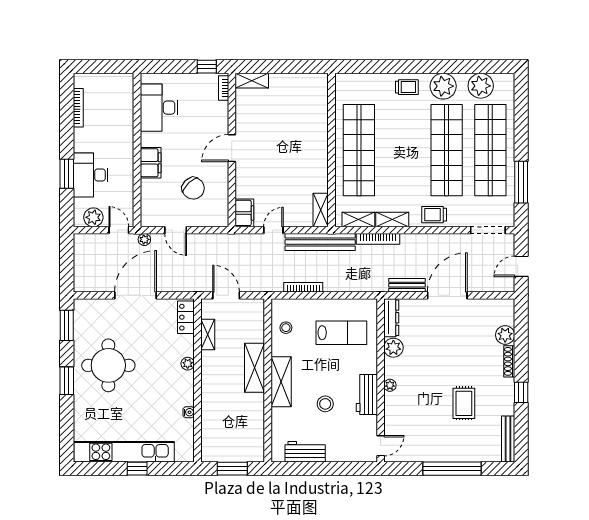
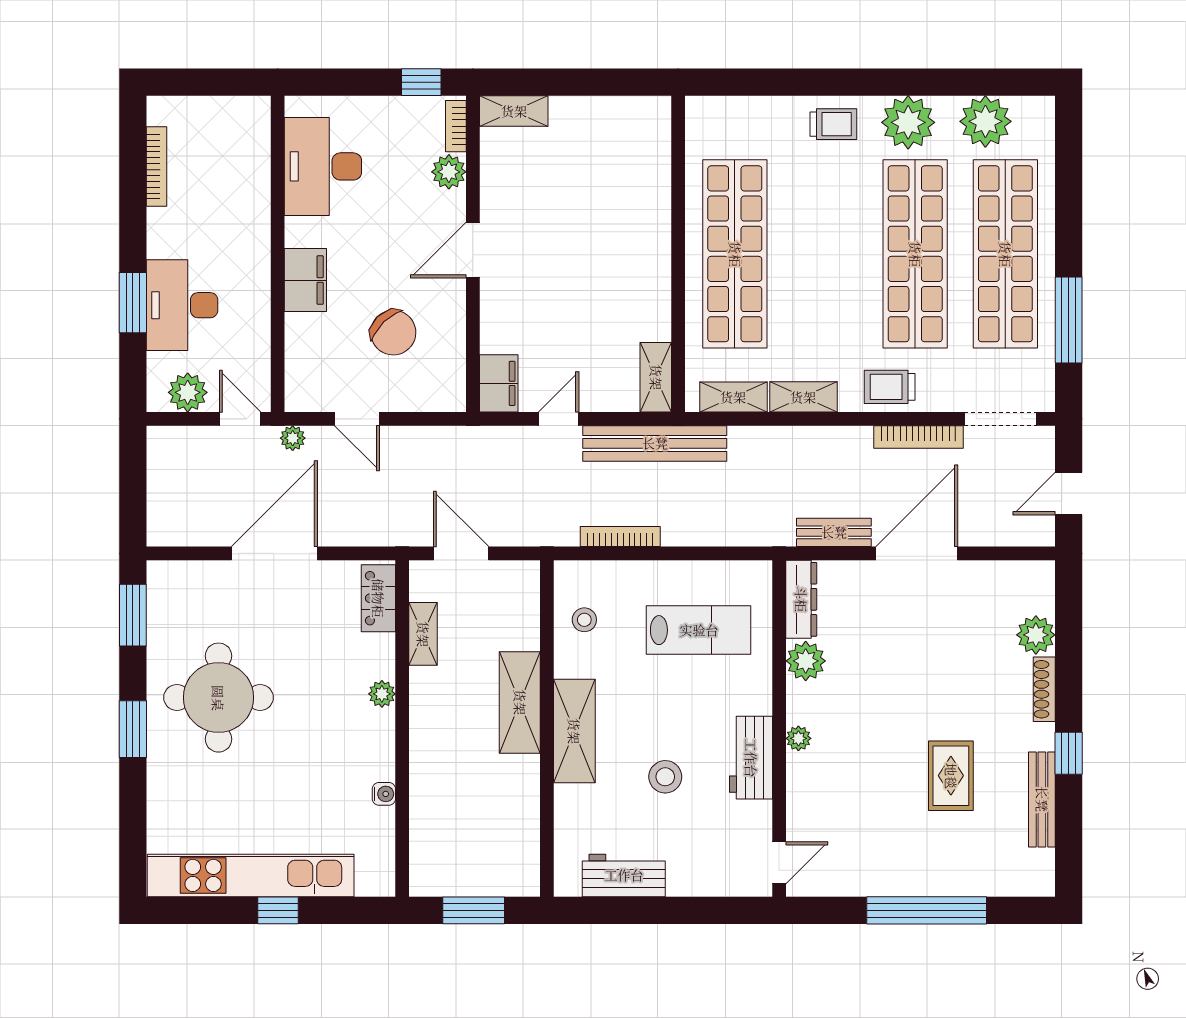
plant: (220, 110) -> (449, 172), added
bookcase: (378, 239) -> (918, 437), moved
bench: (508, 439) -> (1042, 799), moved

